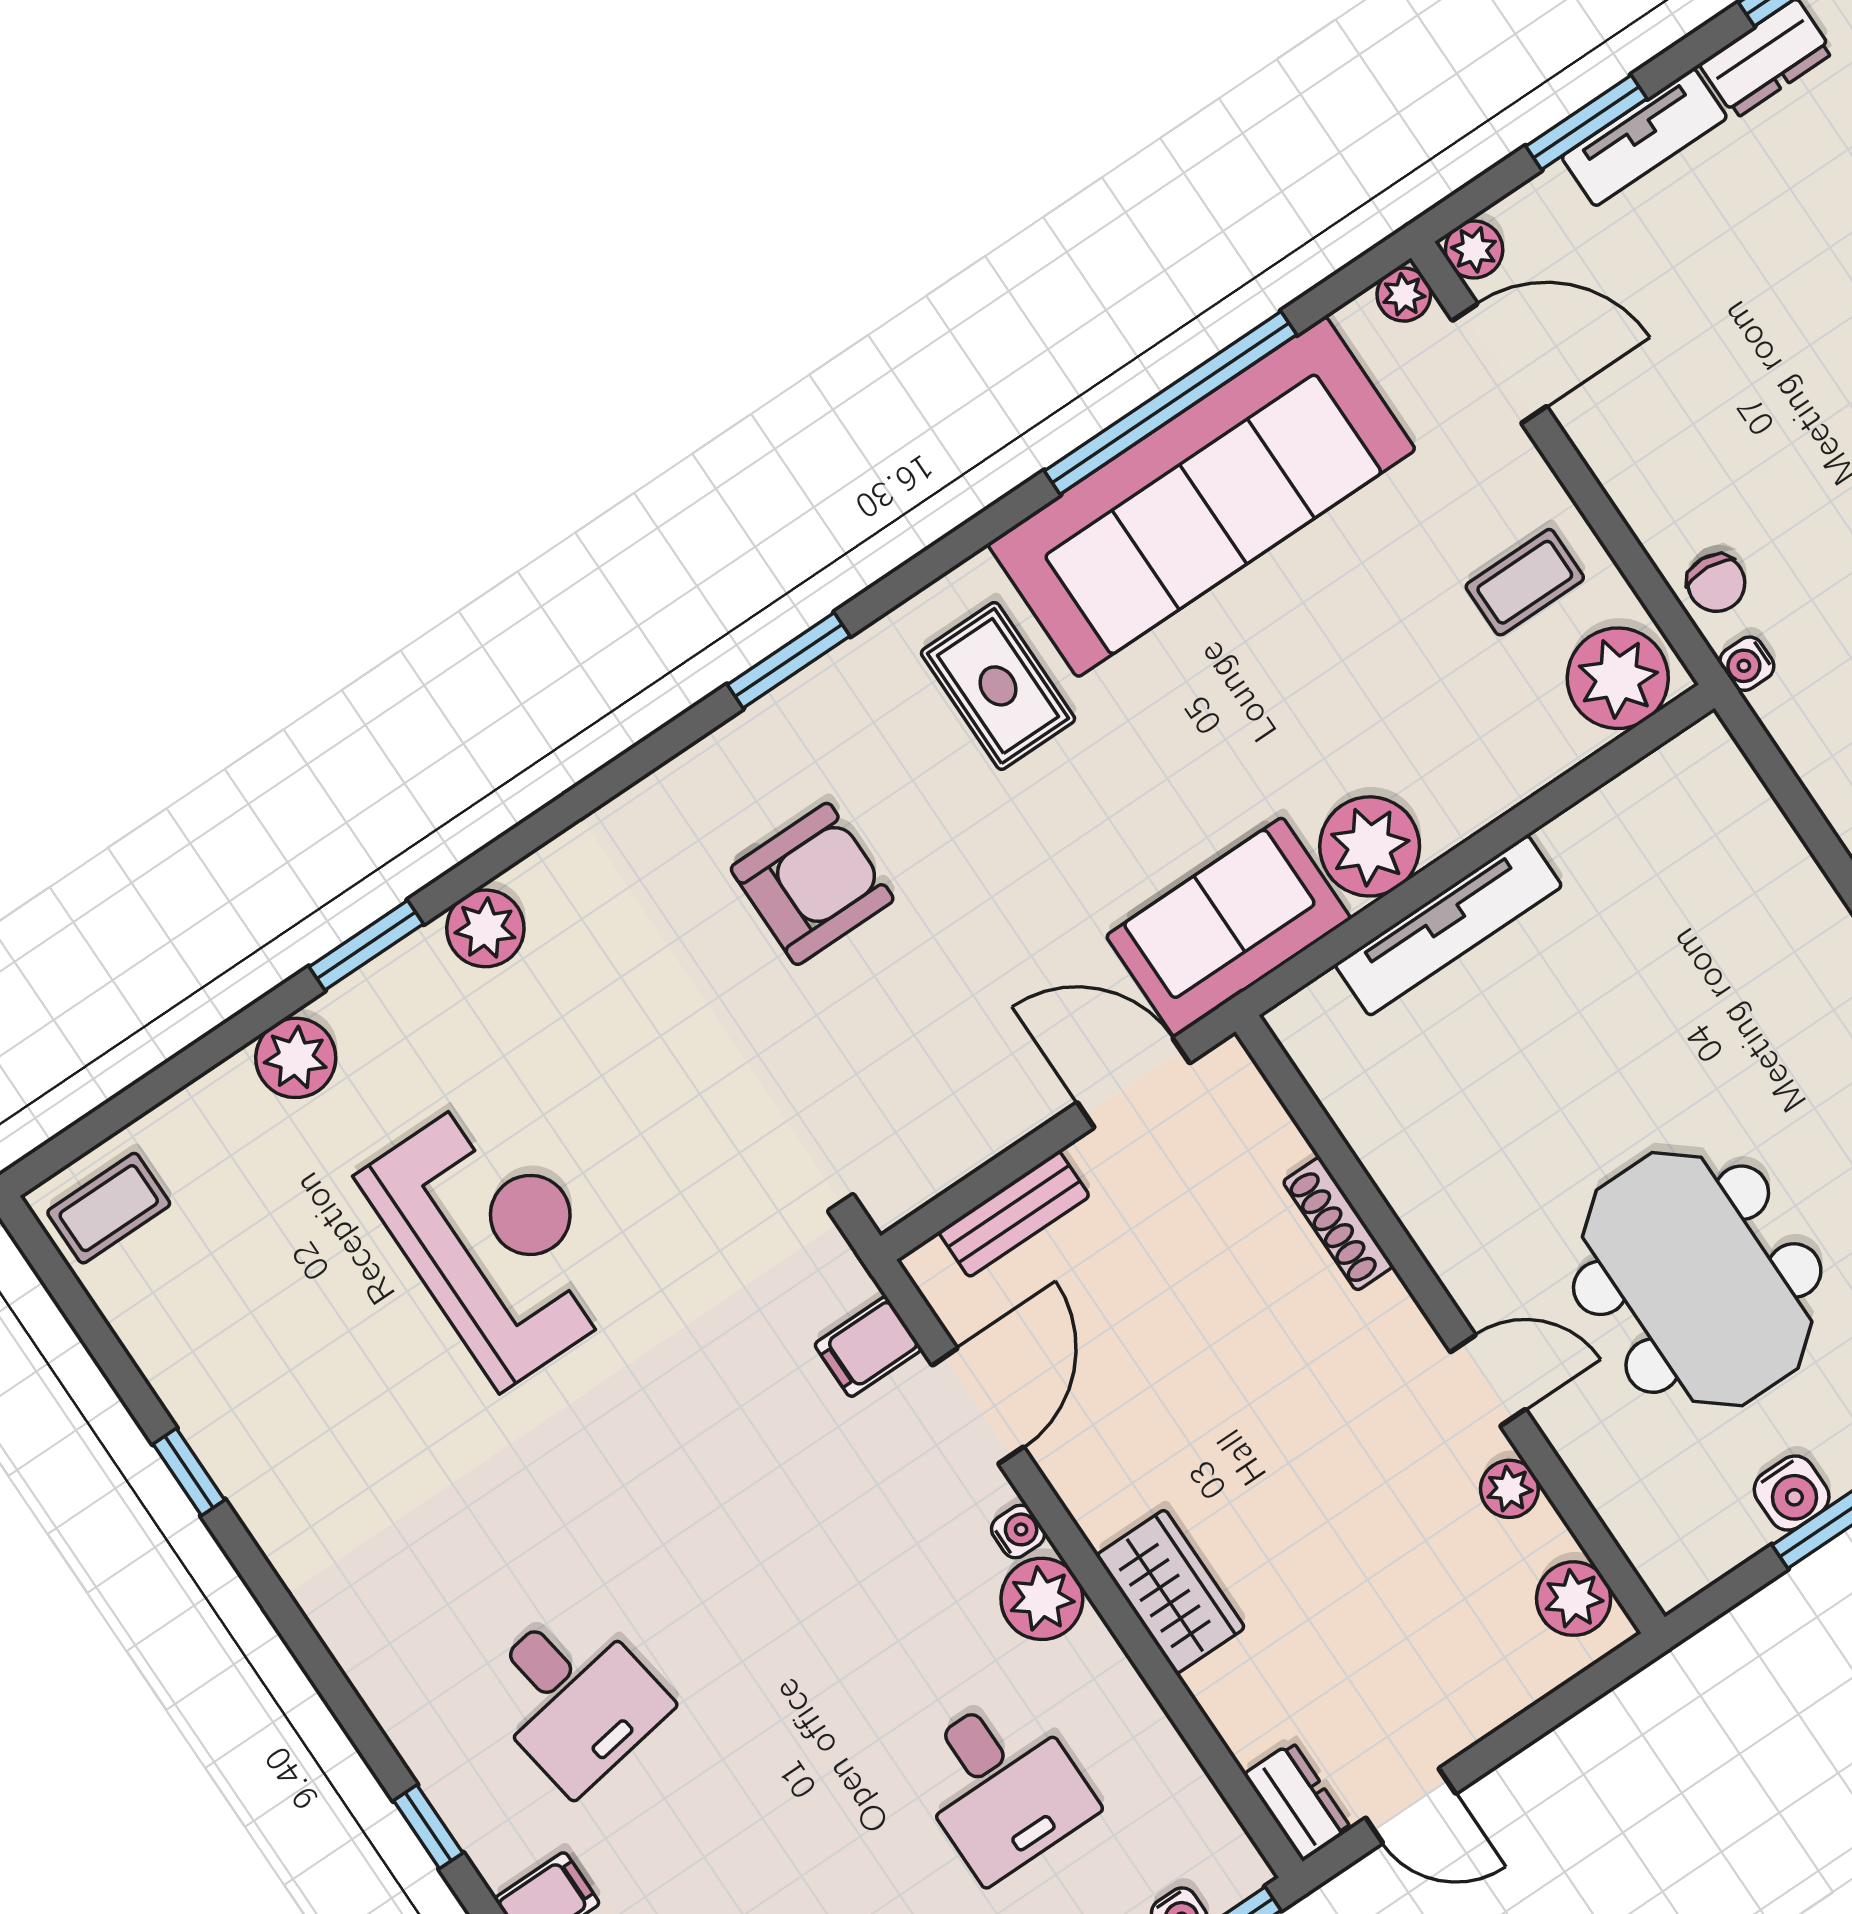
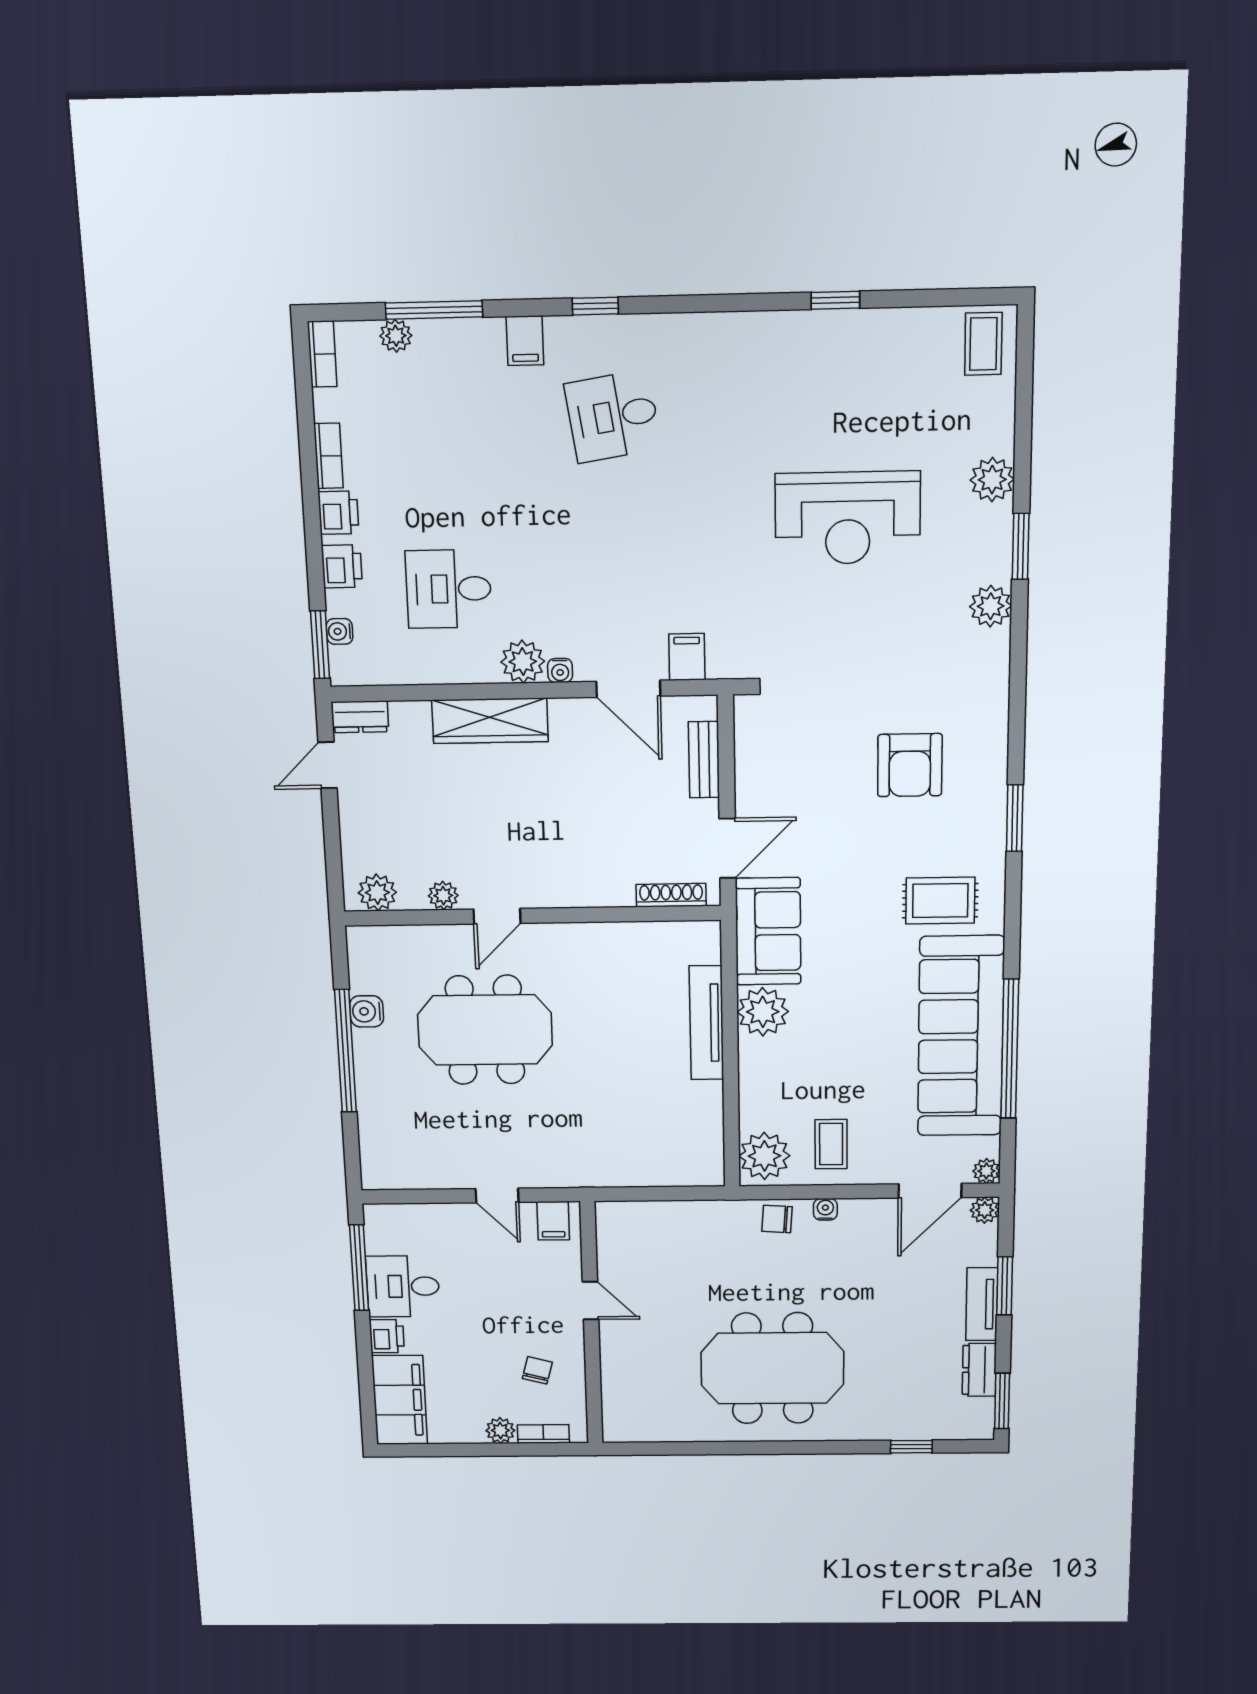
water cooler: (1747, 664) -> (825, 1209), moved
shoe rack: (1338, 1224) -> (671, 895), moved
wardrobe: (1170, 1592) -> (490, 721), width x1.50

